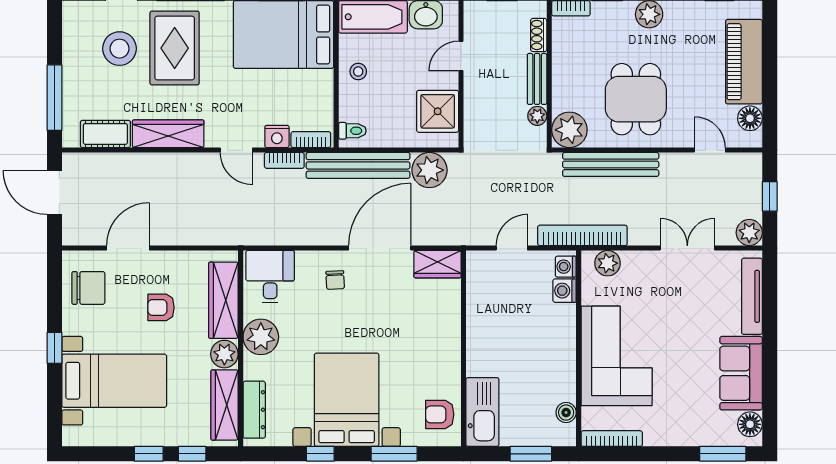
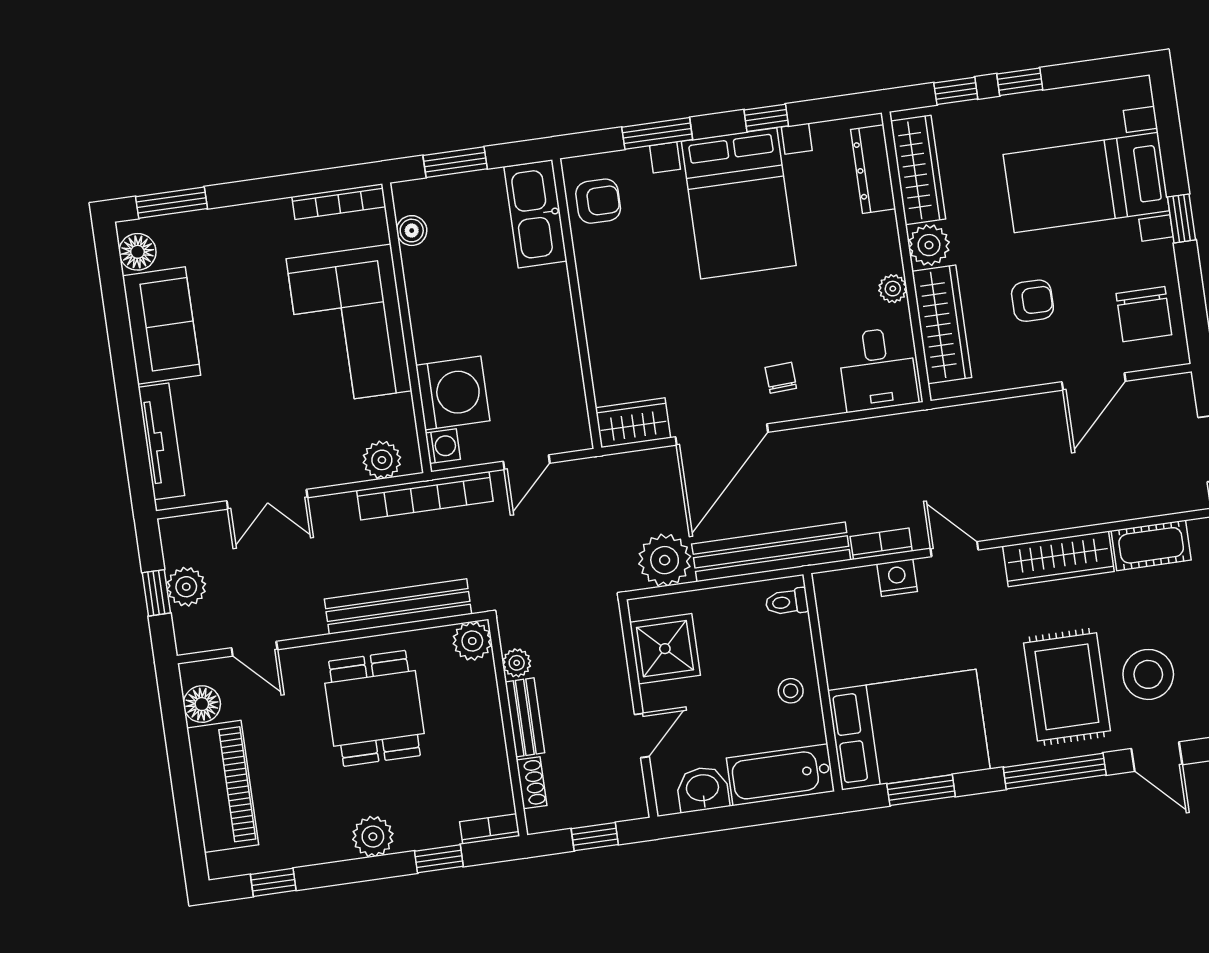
plant: (569, 130) -> (472, 641), width x0.73, depth x0.73
bookcase: (311, 140) -> (846, 580), removed
plant: (749, 233) -> (186, 587), moved
chair: (88, 288) -> (1144, 314), turned -90
washing machine: (565, 291) -> (453, 393), width x1.89, depth x1.89
plant: (261, 337) -> (893, 289), width x0.53, depth x0.53

